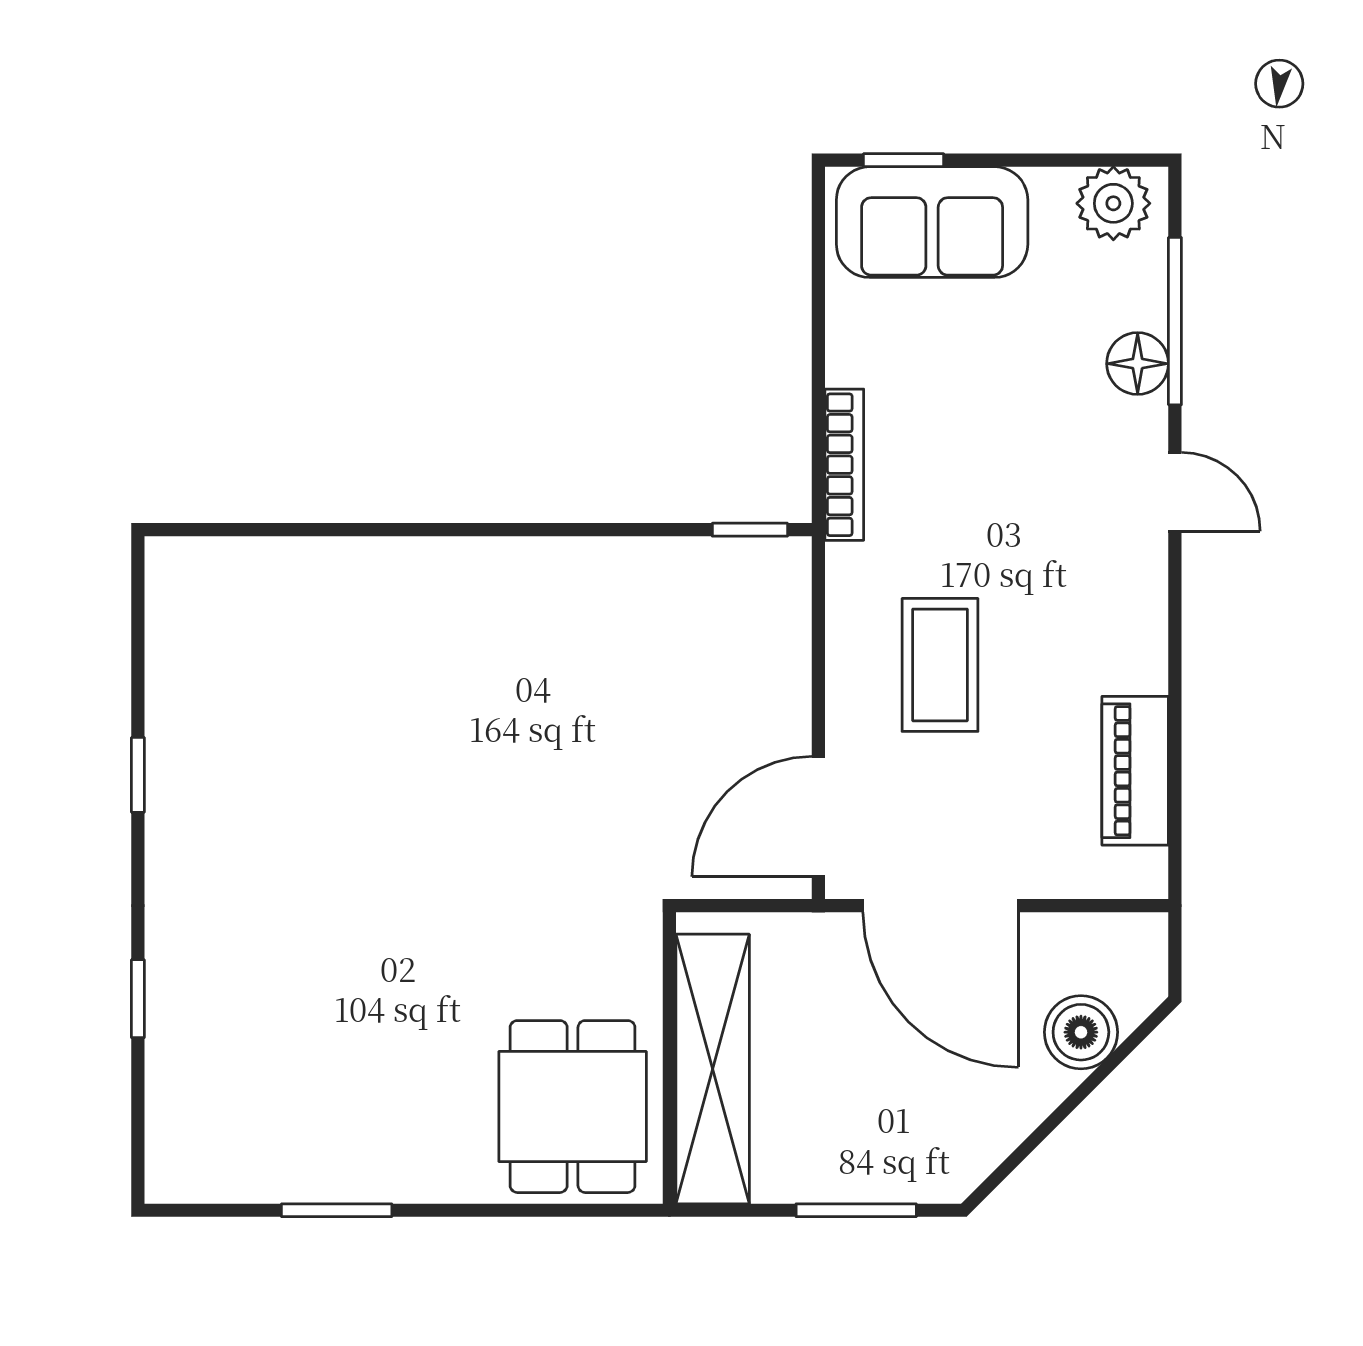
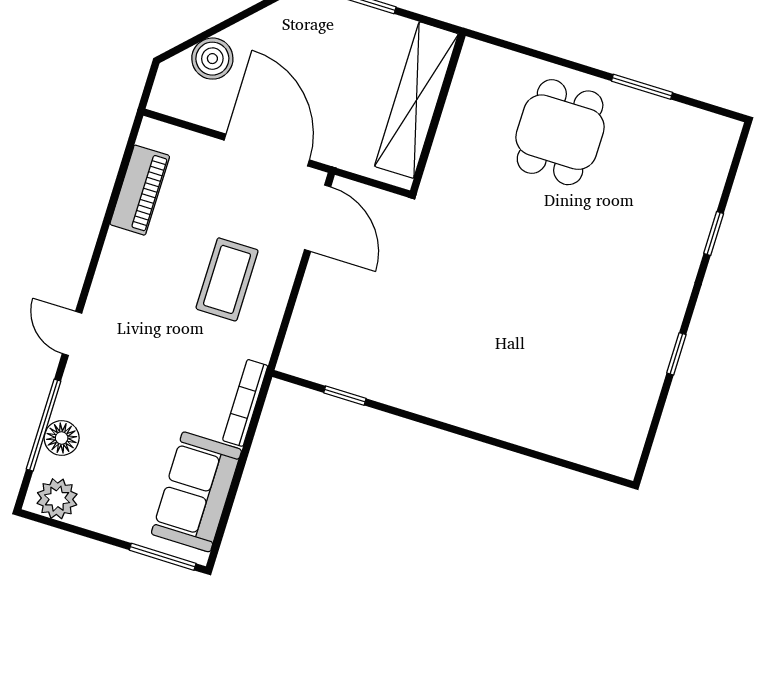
window: (904, 160) -> (163, 557), width x1.50
sofa: (932, 222) -> (196, 492), moved, turned -90
floor lamp: (1138, 364) -> (62, 438), moved
window: (750, 530) -> (345, 396), moved
door: (818, 816) -> (318, 218), hinge flipped
dining table: (573, 1107) -> (560, 132), moved

